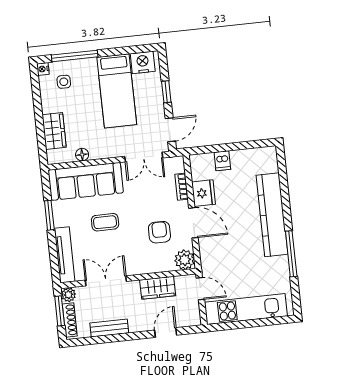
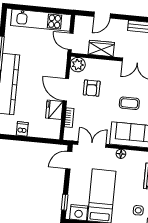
window: (166, 92) -> (65, 202), moved
floor lamp: (82, 155) -> (121, 154), moved
dishwasher: (222, 161) -> (22, 129), moved

